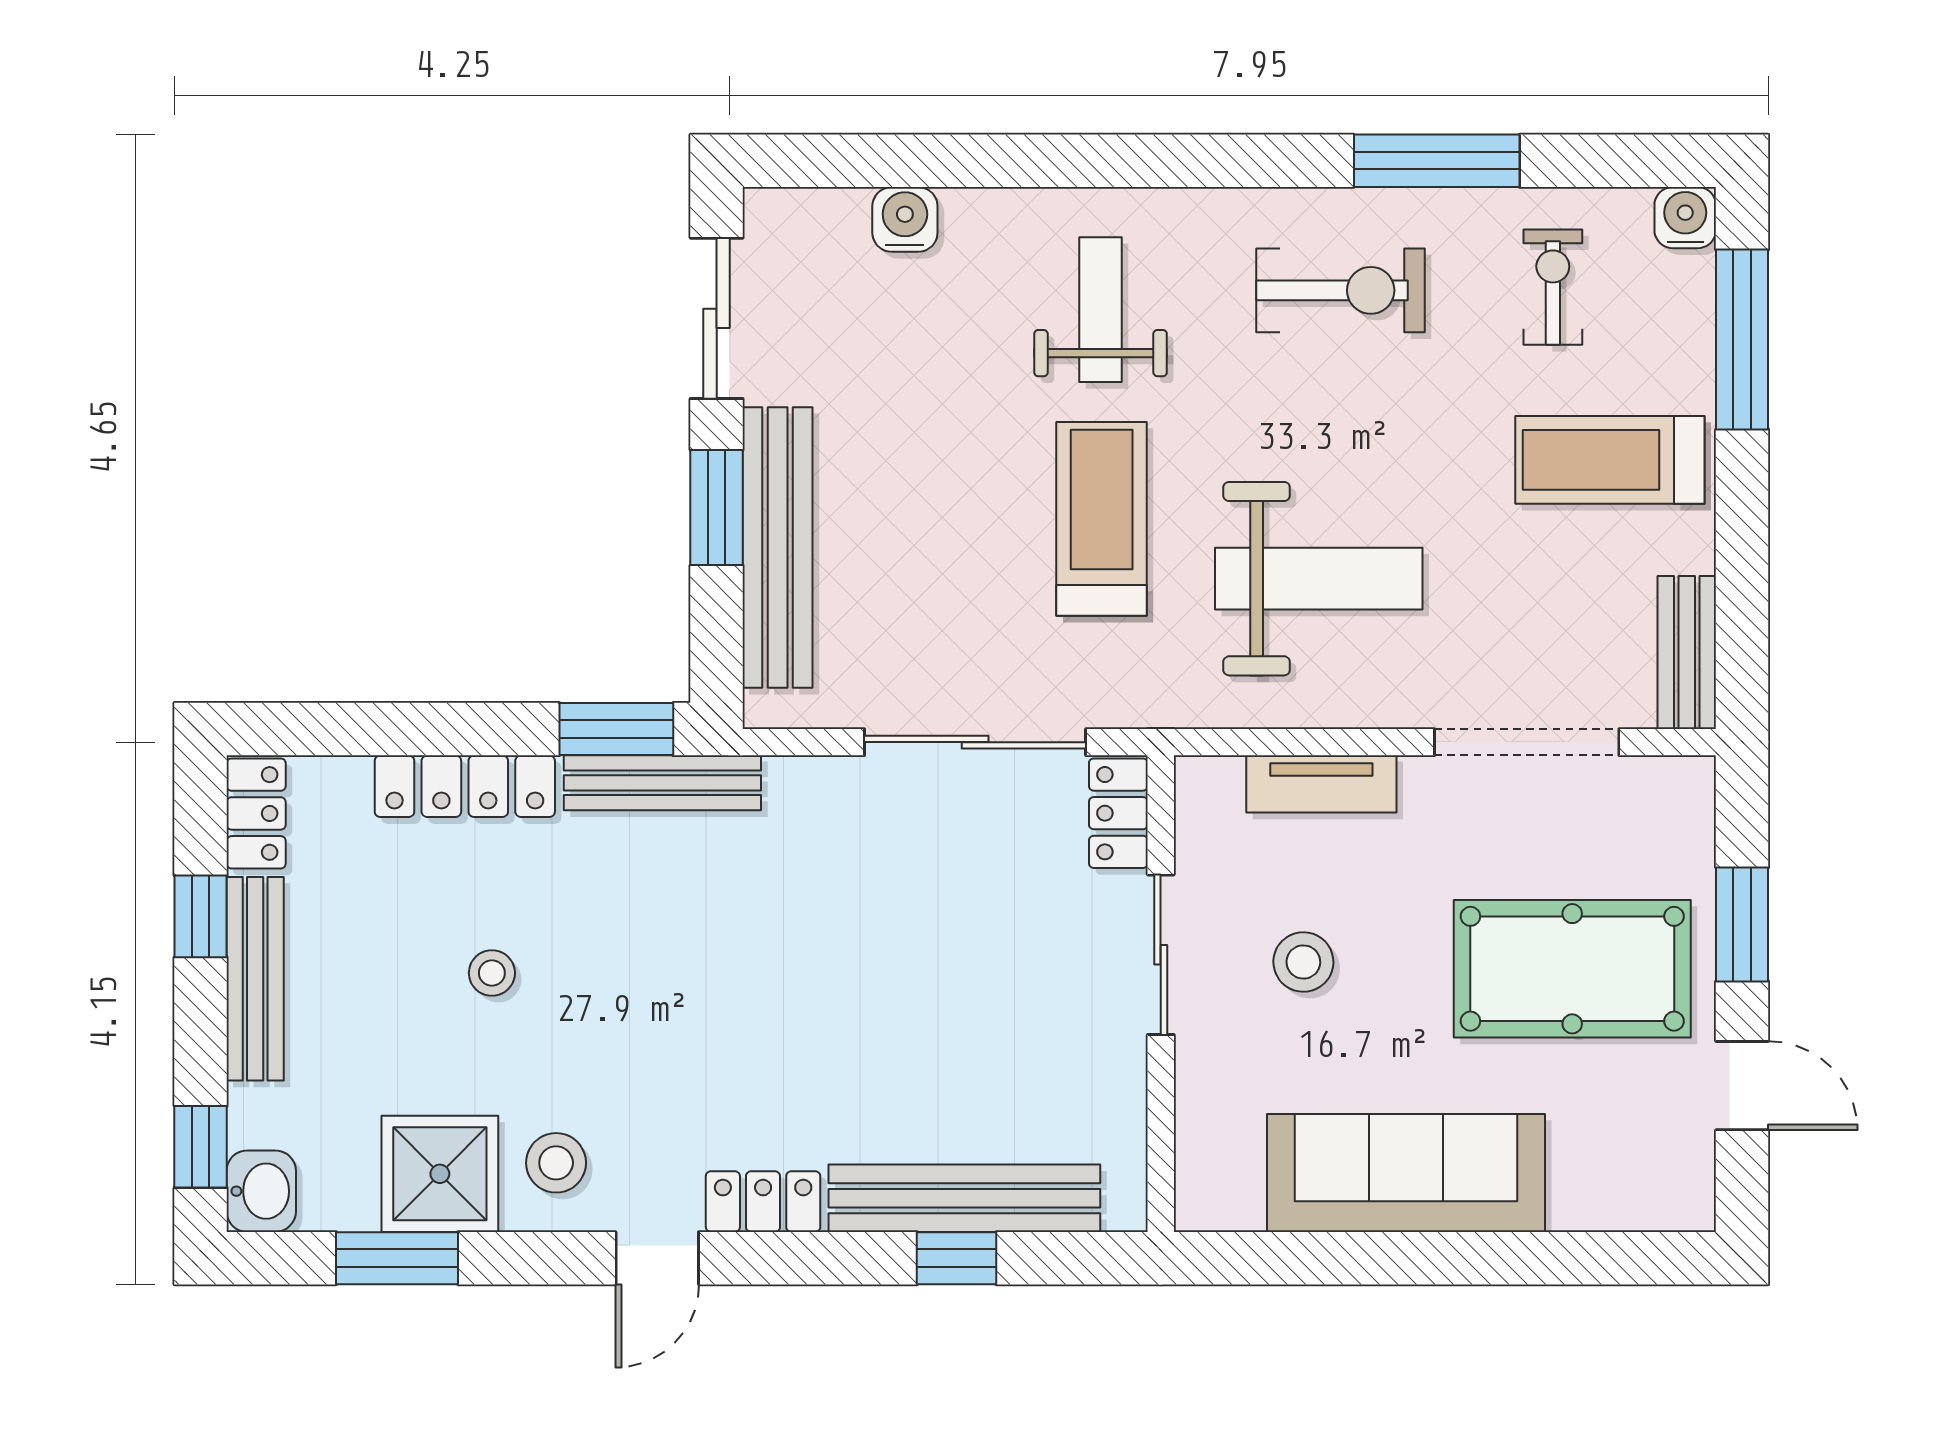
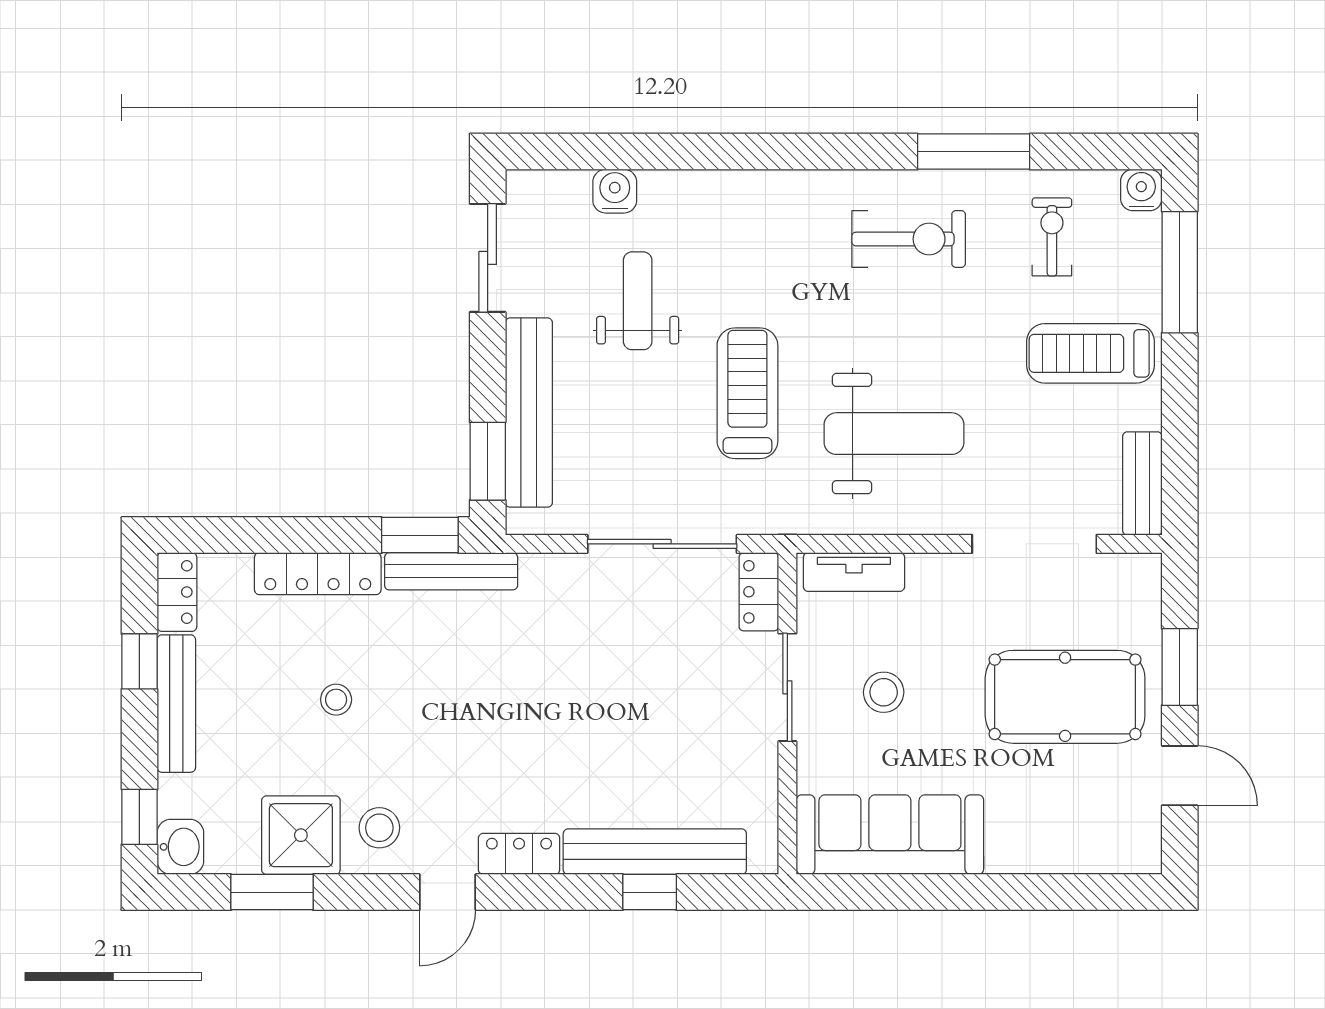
weight bench: (1101, 310) -> (638, 301), moved
window: (717, 508) -> (488, 461), moved
tv unit: (1321, 784) -> (854, 572), moved
sofa: (1406, 1173) -> (890, 835), moved

